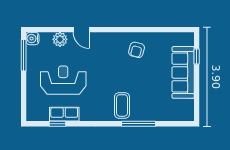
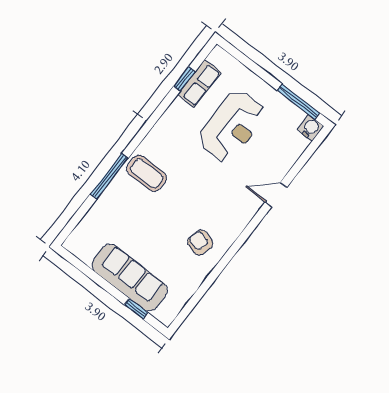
plant: (60, 39) -> (284, 160), removed
row of seats: (64, 114) -> (199, 83), moved

